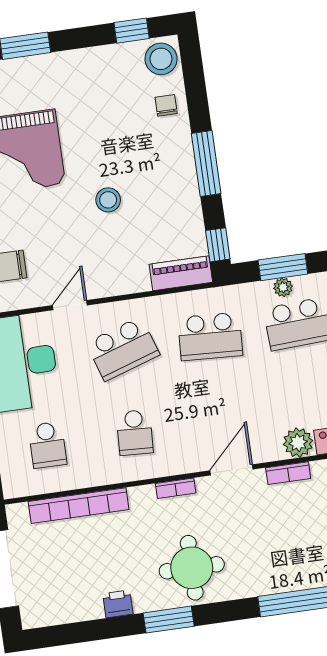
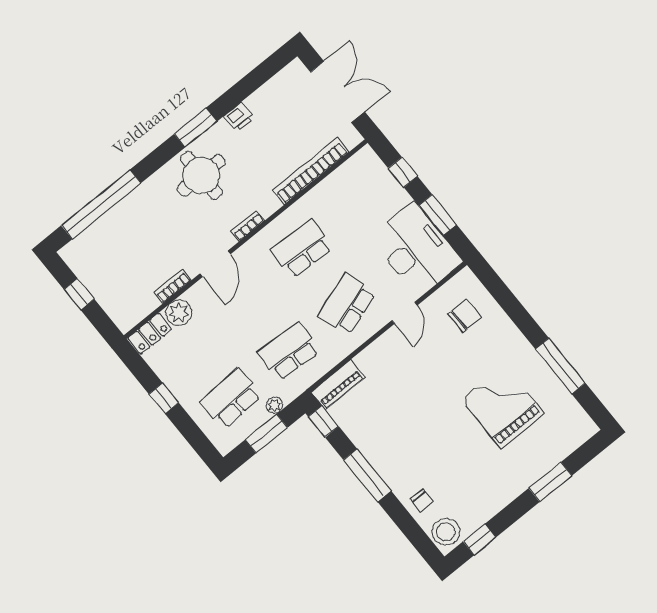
stool: (108, 200) -> (423, 406), removed
plant: (283, 287) -> (274, 405), moved
school desk: (135, 432) -> (302, 249), width x1.85
school desk: (47, 445) -> (360, 202), removed

